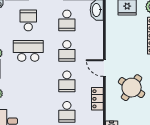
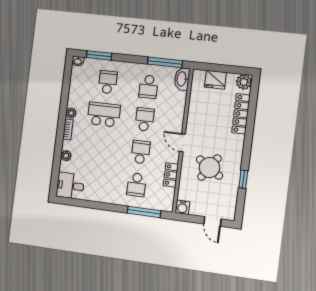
school desk: (67, 51) -> (145, 119), turned 180
school desk: (67, 81) -> (141, 152), turned 180

